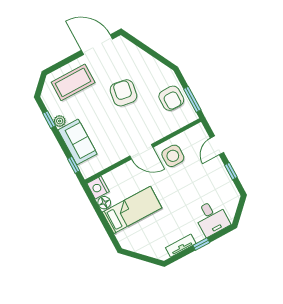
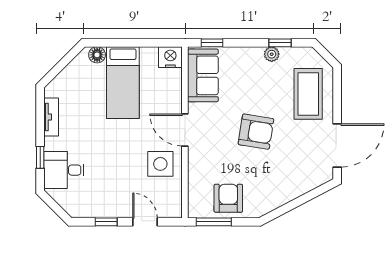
armchair: (123, 93) -> (256, 132), moved
armchair: (171, 98) -> (228, 198), turned 90
sofa: (78, 142) -> (203, 75), moved, turned -90
door: (141, 152) -> (185, 130), hinge flipped
floor lamp: (104, 203) -> (97, 55), moved
window: (201, 244) -> (40, 157), moved

